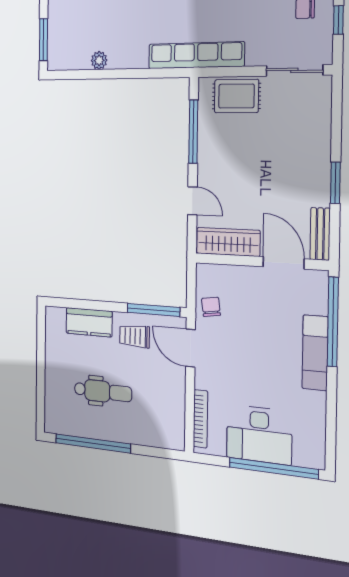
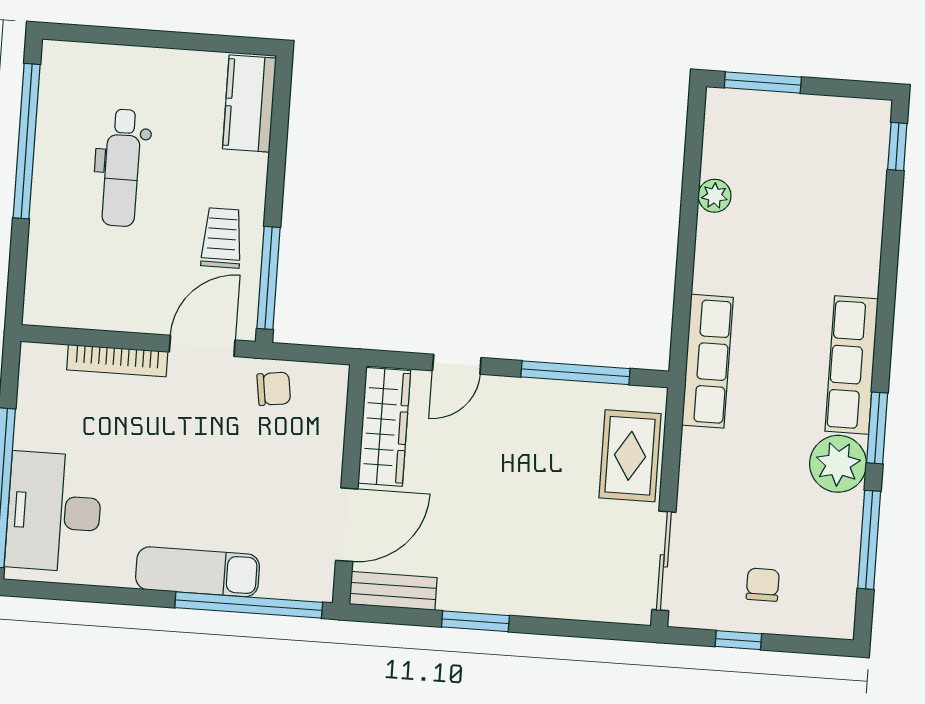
row of seats: (196, 55) -> (707, 361), width x0.73
kitchen counter: (89, 322) -> (249, 104), moved
bookcase: (200, 419) -> (117, 361), moved
desk: (259, 435) -> (54, 512), moved

